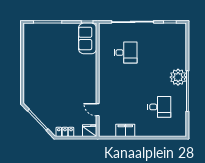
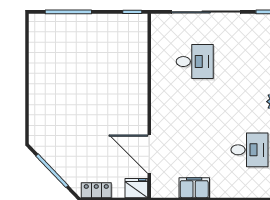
sofa: (88, 38) -> (133, 39), removed
door: (98, 110) -> (149, 154), width x1.88

